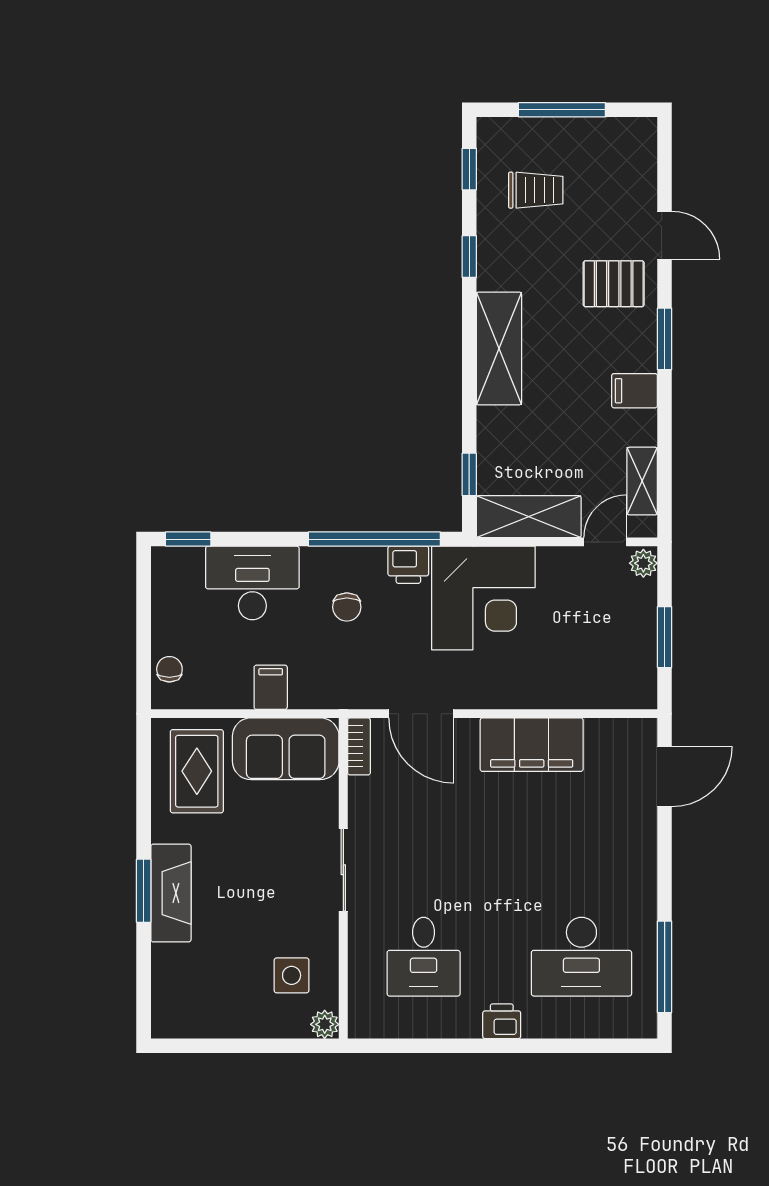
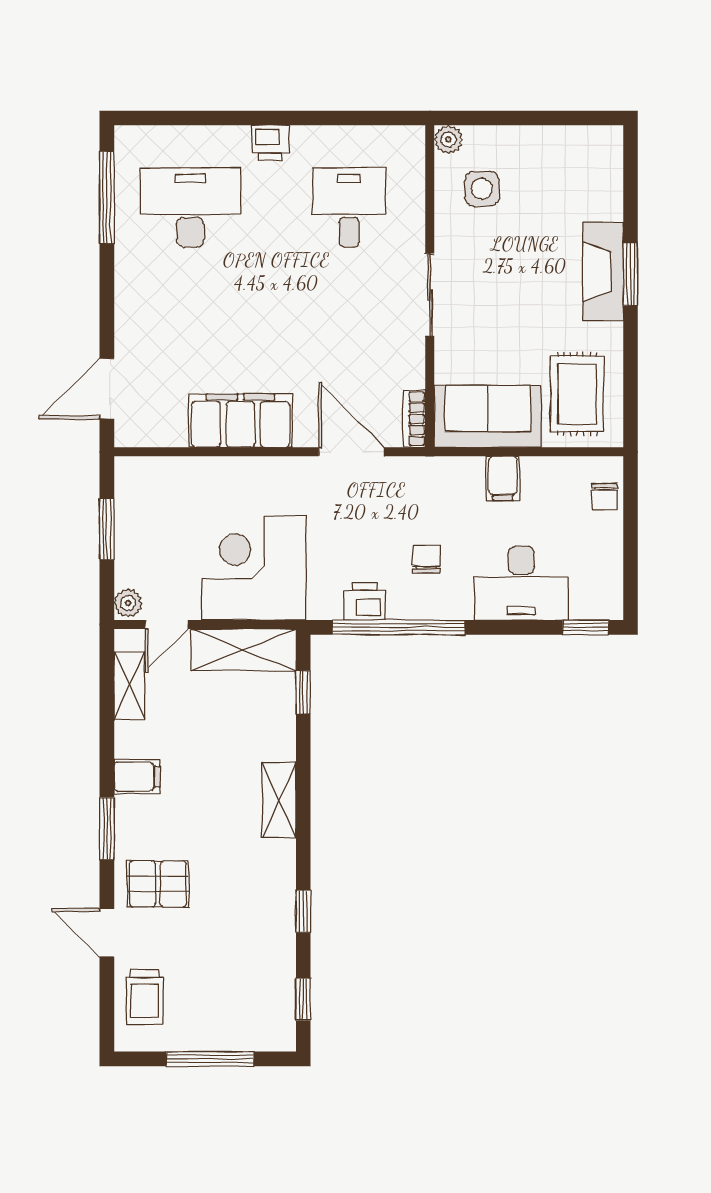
trolley: (536, 190) -> (145, 997), moved, turned -90
shelving: (499, 348) -> (279, 800), width x0.67, depth x0.75
corner desk: (483, 598) -> (254, 568), moved

